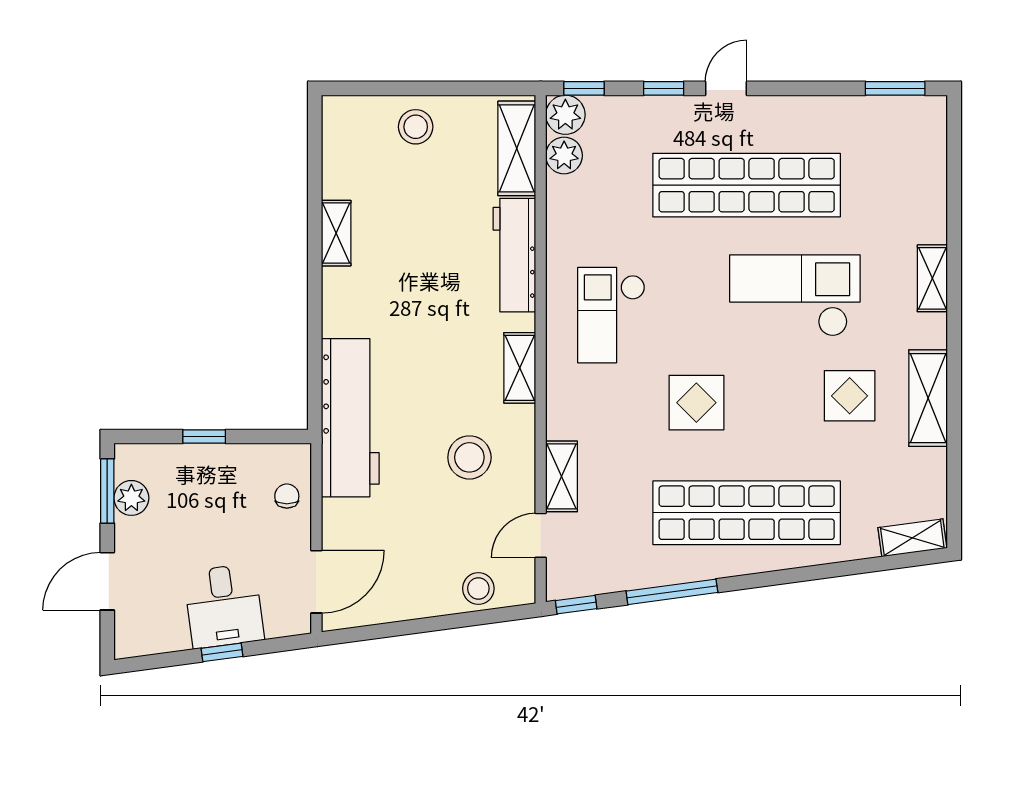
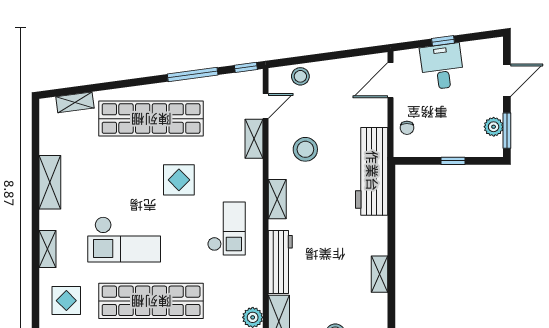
display table: (850, 396) -> (66, 301), moved
shelving: (912, 538) -> (75, 102), moved

